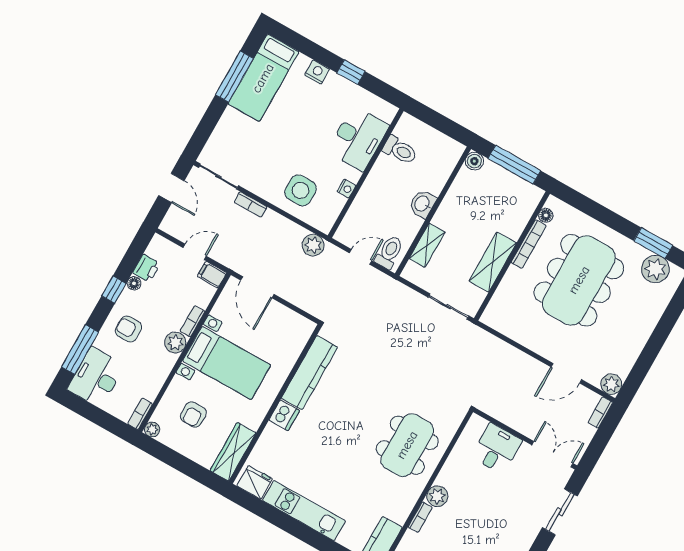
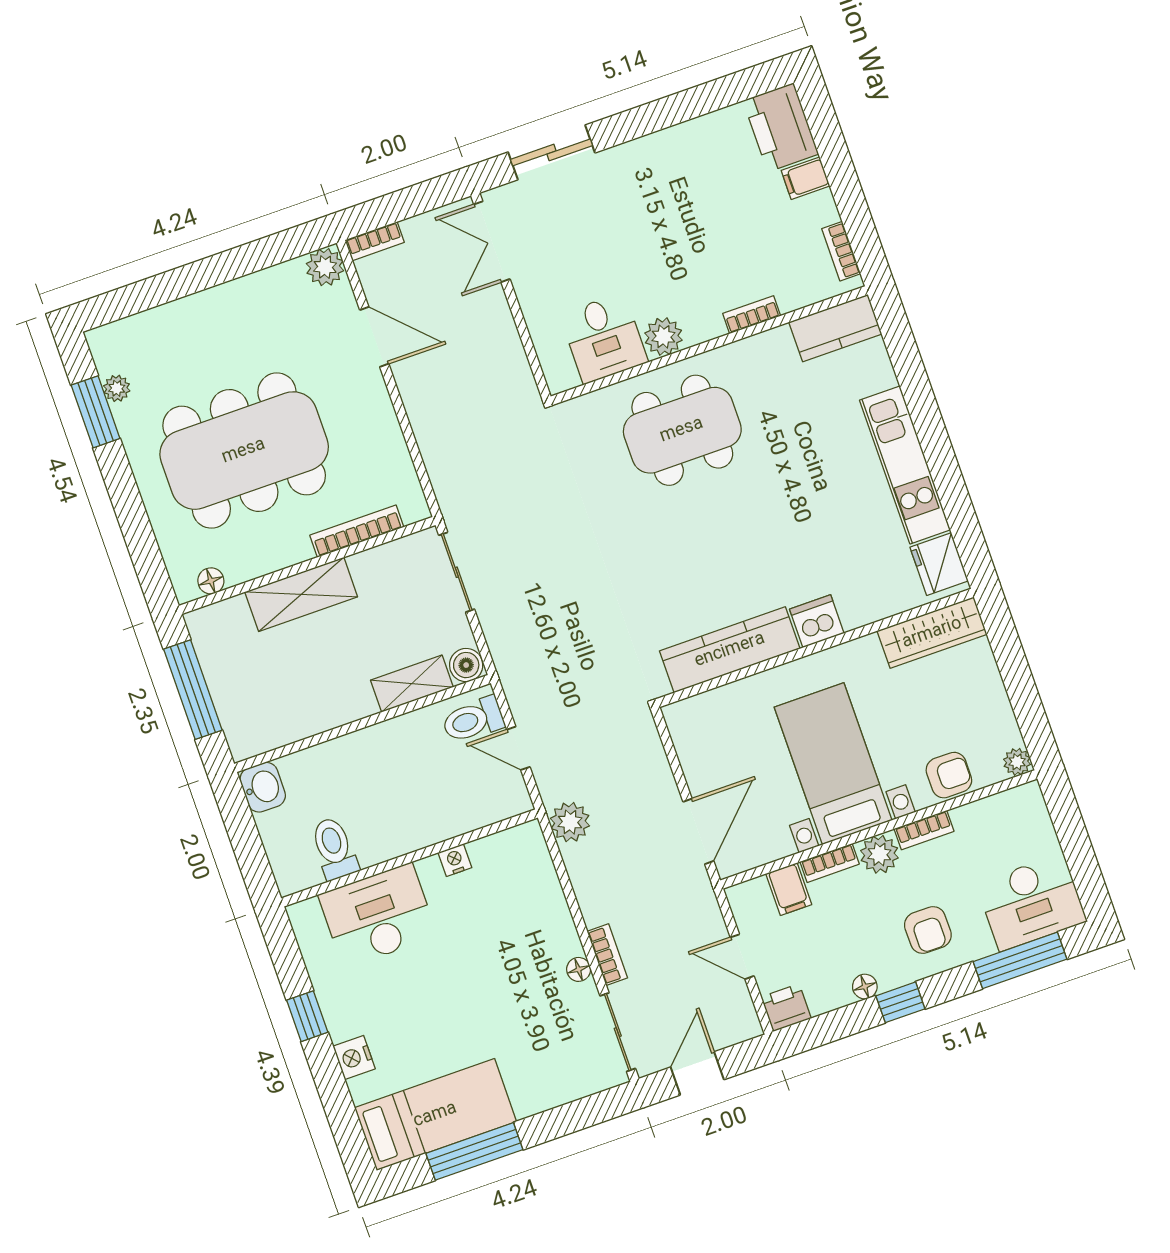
boiler: (474, 161) -> (466, 665), moved
floor lamp: (257, 188) -> (579, 969), added
side table: (301, 190) -> (521, 913), removed
washbasin: (422, 204) -> (263, 787), moved, turned -90
bookcase: (529, 244) -> (357, 531), moved
shelving: (493, 262) -> (301, 594), moved
printer: (146, 268) -> (786, 1008), moved
plant: (655, 269) -> (117, 388), width x0.53, depth x0.53
filing cabinet: (212, 275) -> (789, 889), moved
bookcase: (140, 414) -> (924, 830), moved
armchair: (193, 414) -> (949, 775), moved
desk: (497, 449) -> (604, 338), moved, turned -90
plant: (437, 496) -> (663, 337), moved

